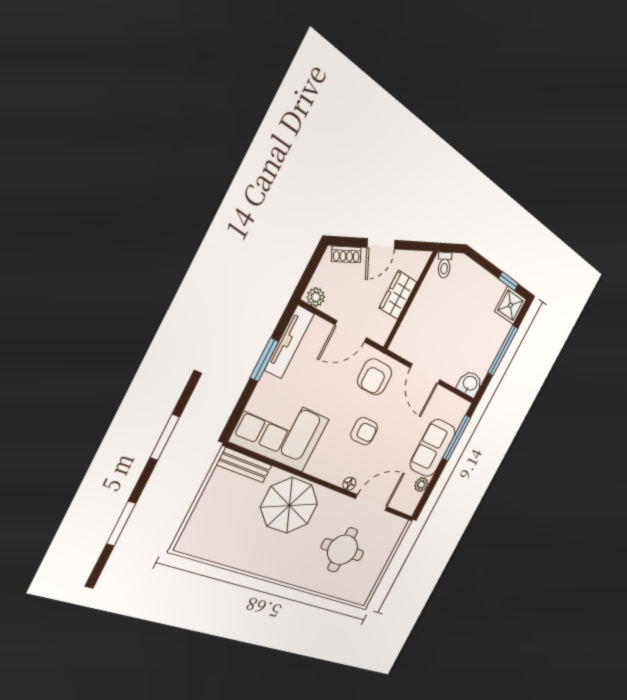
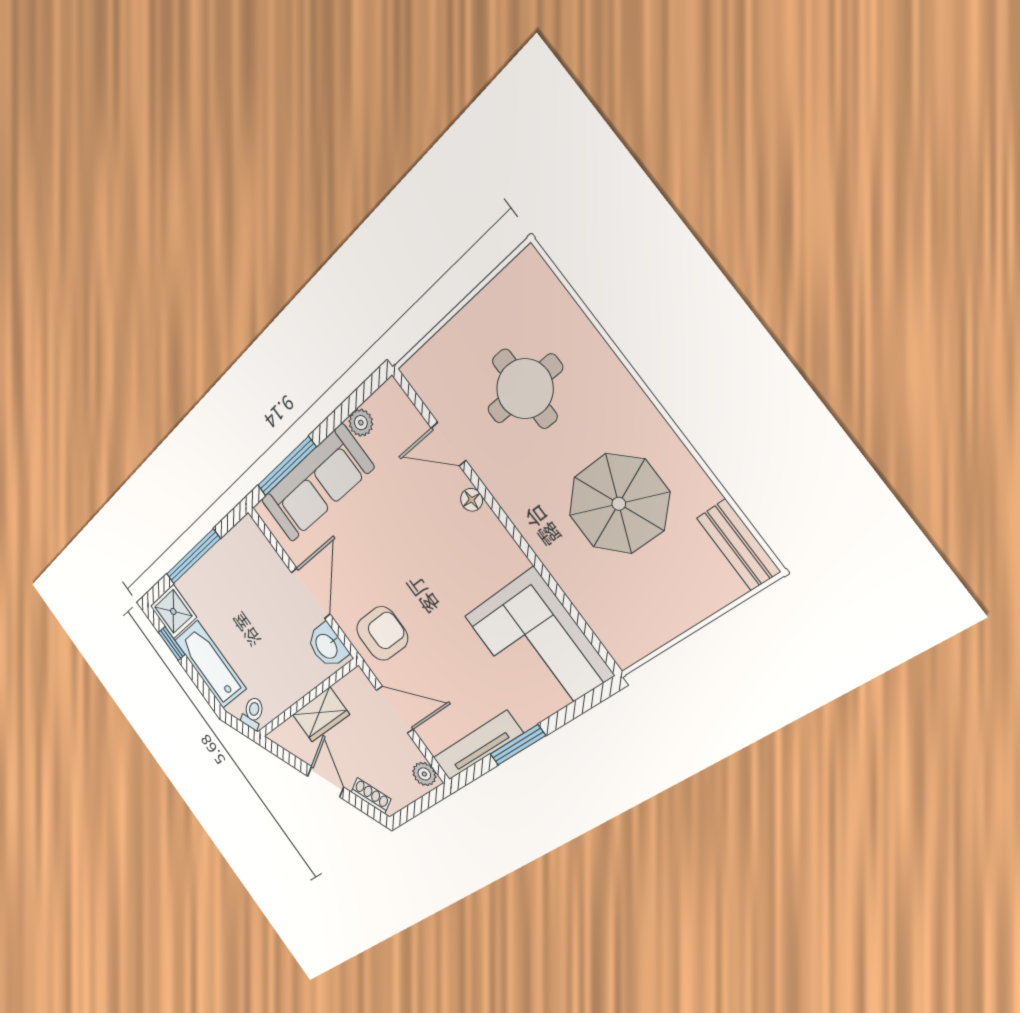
door: (381, 244) -> (326, 782), hinge flipped
bathtub: (480, 283) -> (210, 664), added
washbasin: (470, 384) -> (327, 646), moved
armchair: (364, 431) -> (422, 567), removed
sofa: (433, 448) -> (316, 484), width x1.36
bench: (244, 465) -> (738, 545), moved
door: (372, 503) -> (449, 444), width x0.73
parasol: (289, 505) -> (619, 504), moved

